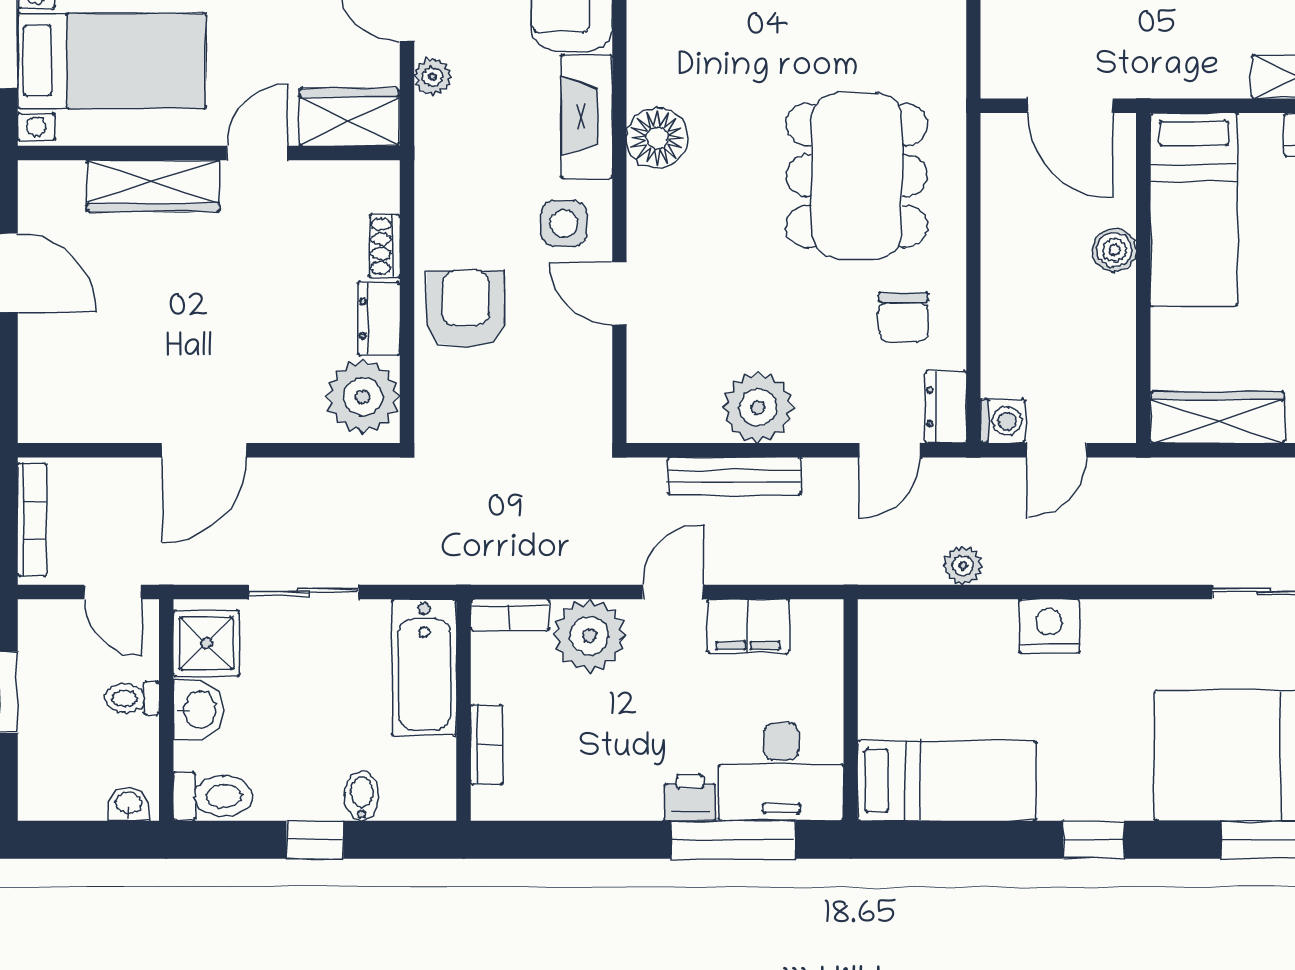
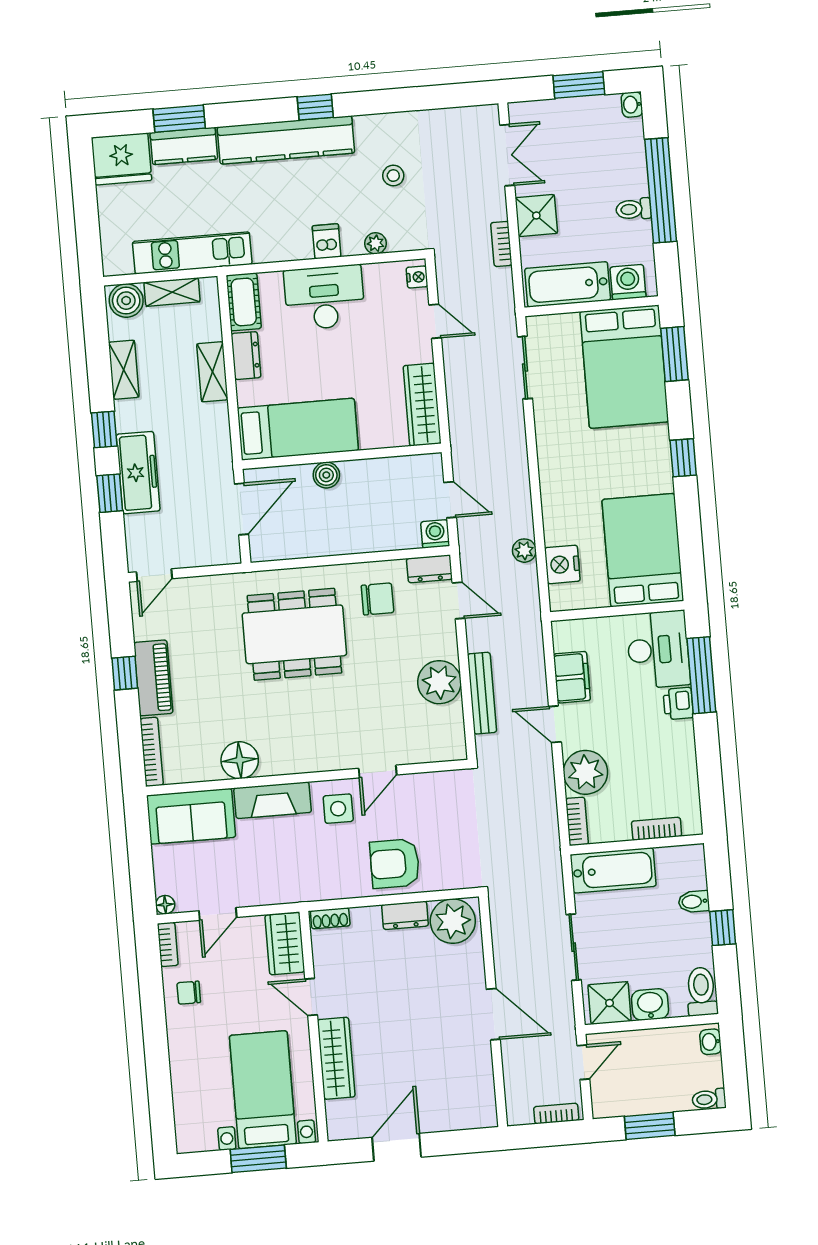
plant: (433, 77) -> (256, 895), removed
floor lamp: (657, 138) -> (240, 760), moved
shoe rack: (384, 246) -> (330, 918), moved
bookcase: (32, 520) -> (556, 1113), width x0.64
nightstand: (1049, 626) -> (562, 564), moved
toilet: (132, 698) -> (709, 1099), moved, turned 90
bed: (947, 781) -> (643, 550), width x1.50

